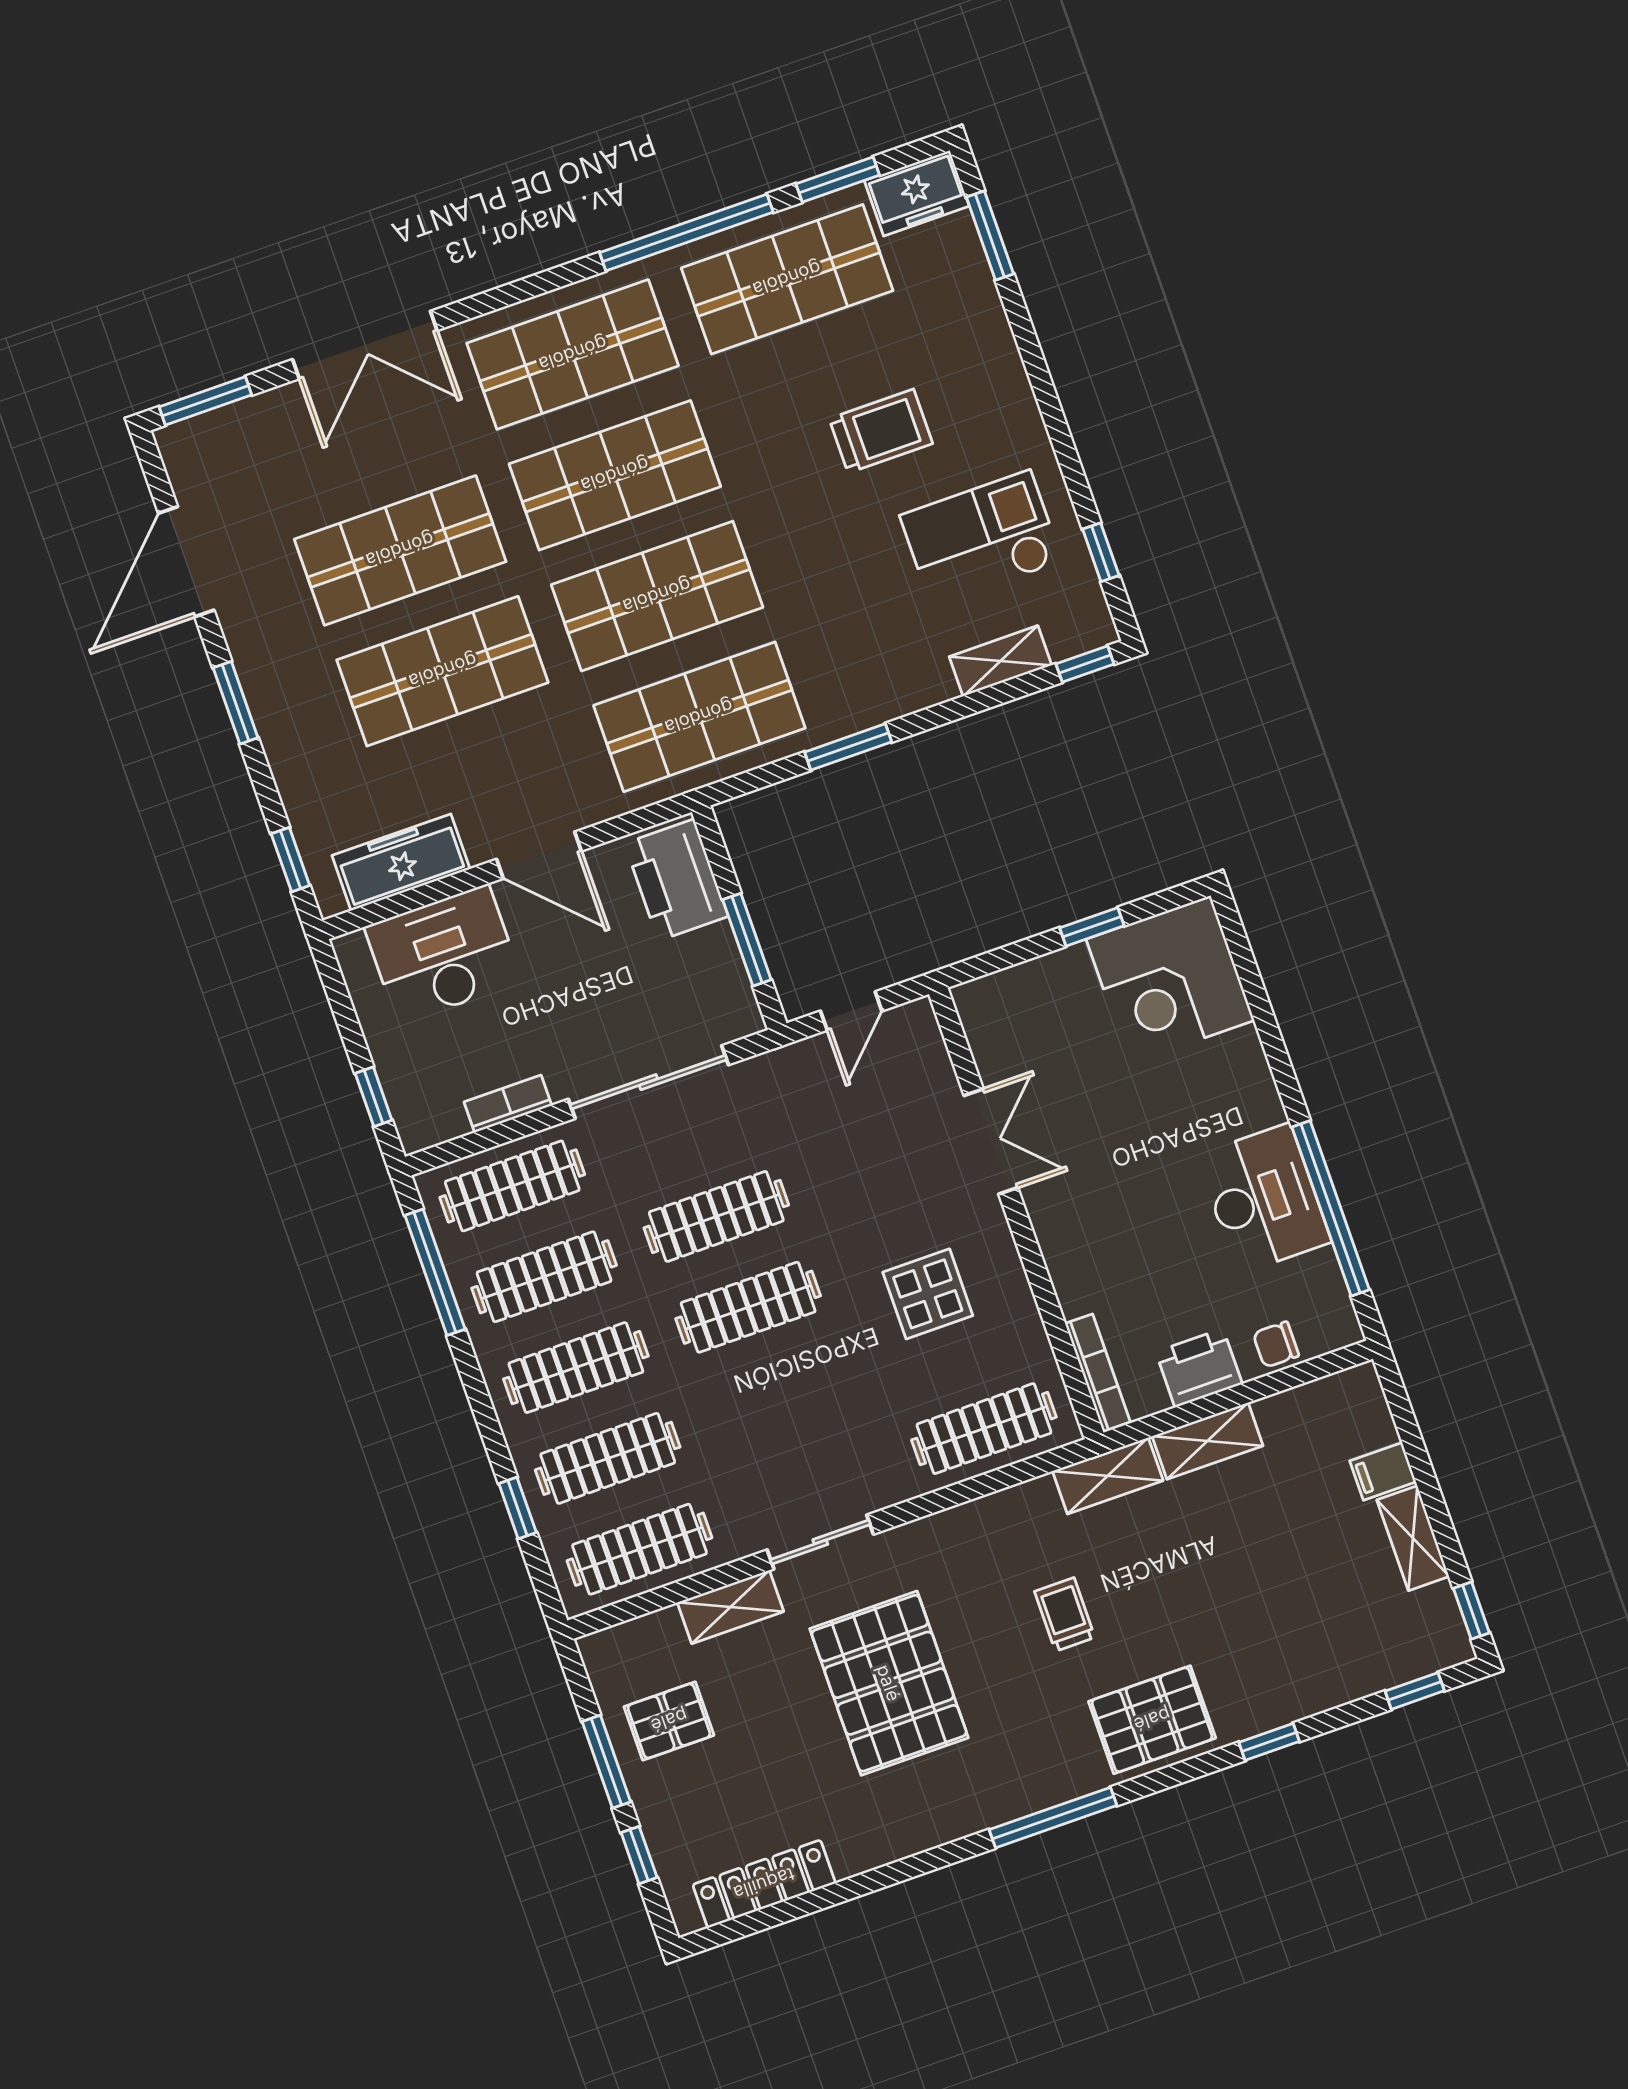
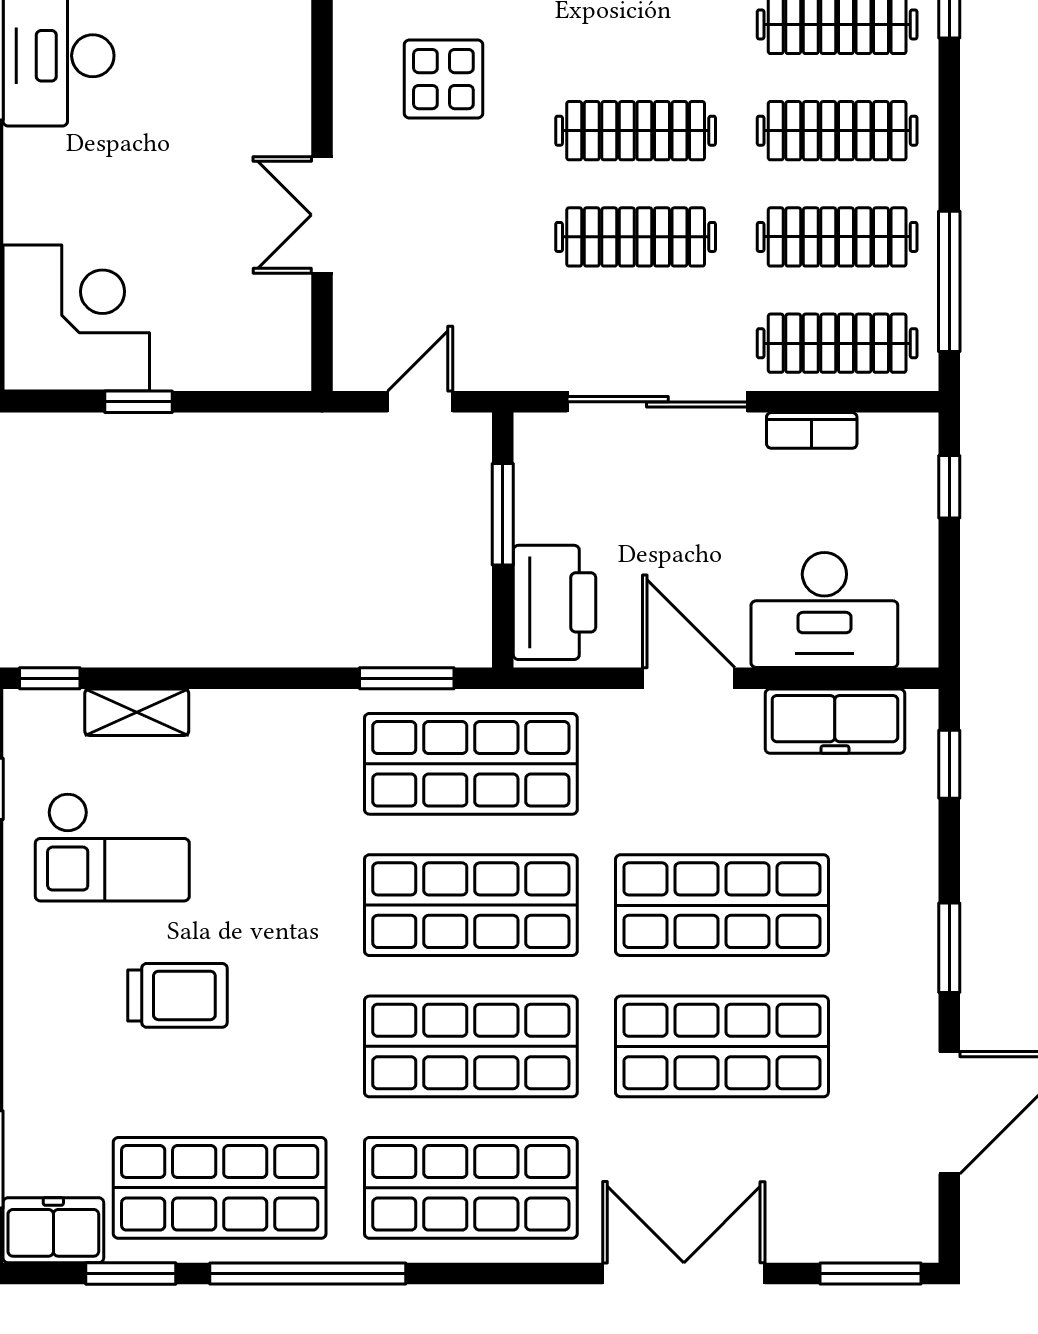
trolley: (881, 431) -> (177, 995), turned 180
window: (848, 747) -> (407, 678), moved

